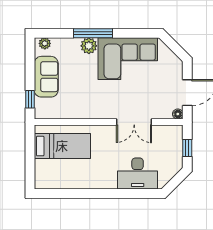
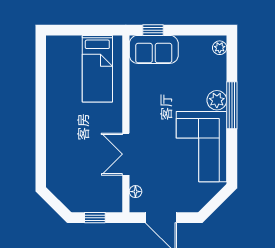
sofa: (46, 77) -> (154, 49), moved
floor lamp: (178, 114) -> (135, 192), moved
desk: (138, 173) -> (65, 158), removed

